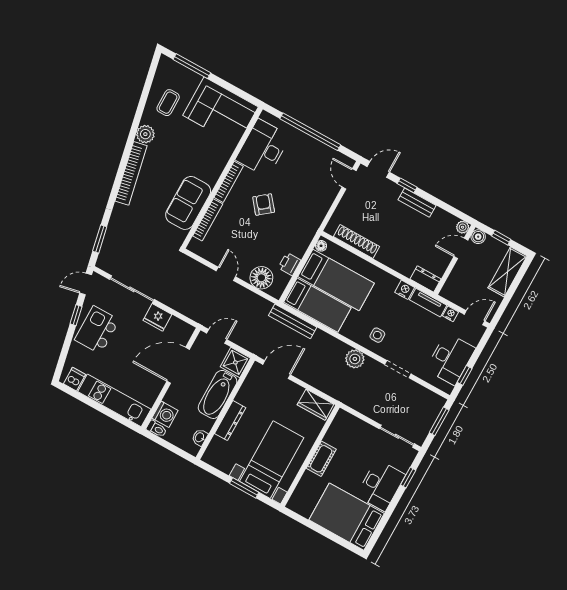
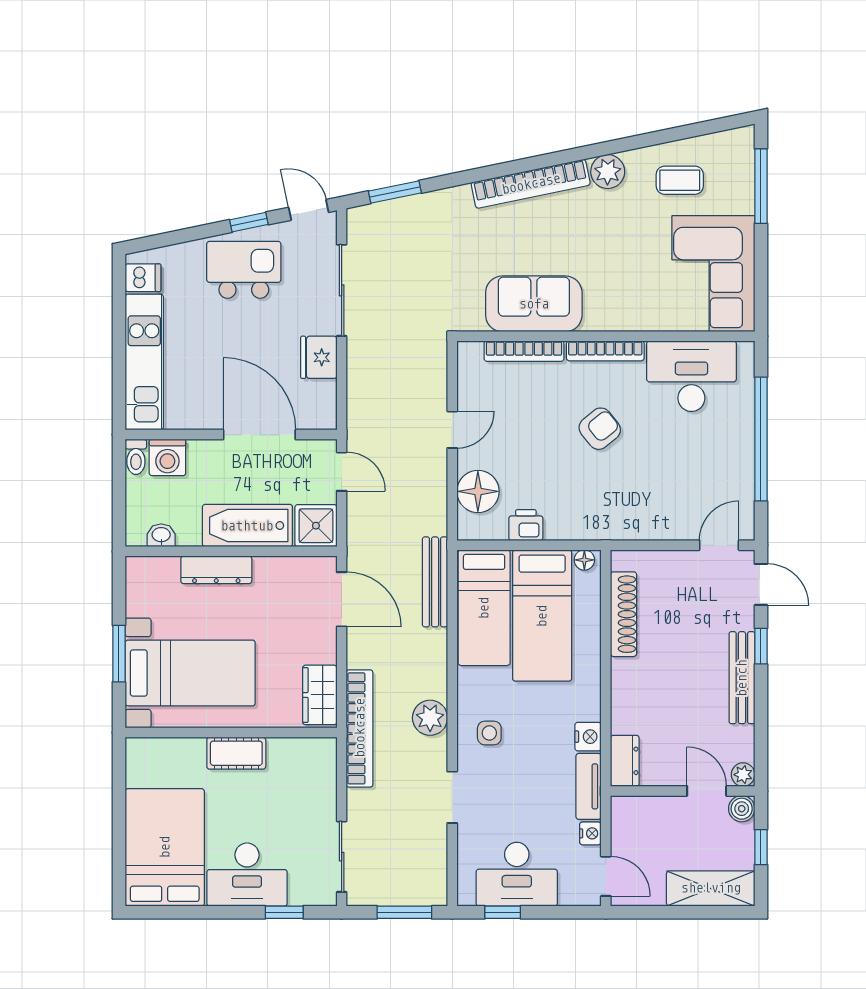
bench: (417, 203) -> (742, 678), width x1.36
bookcase: (342, 395) -> (360, 728), added

